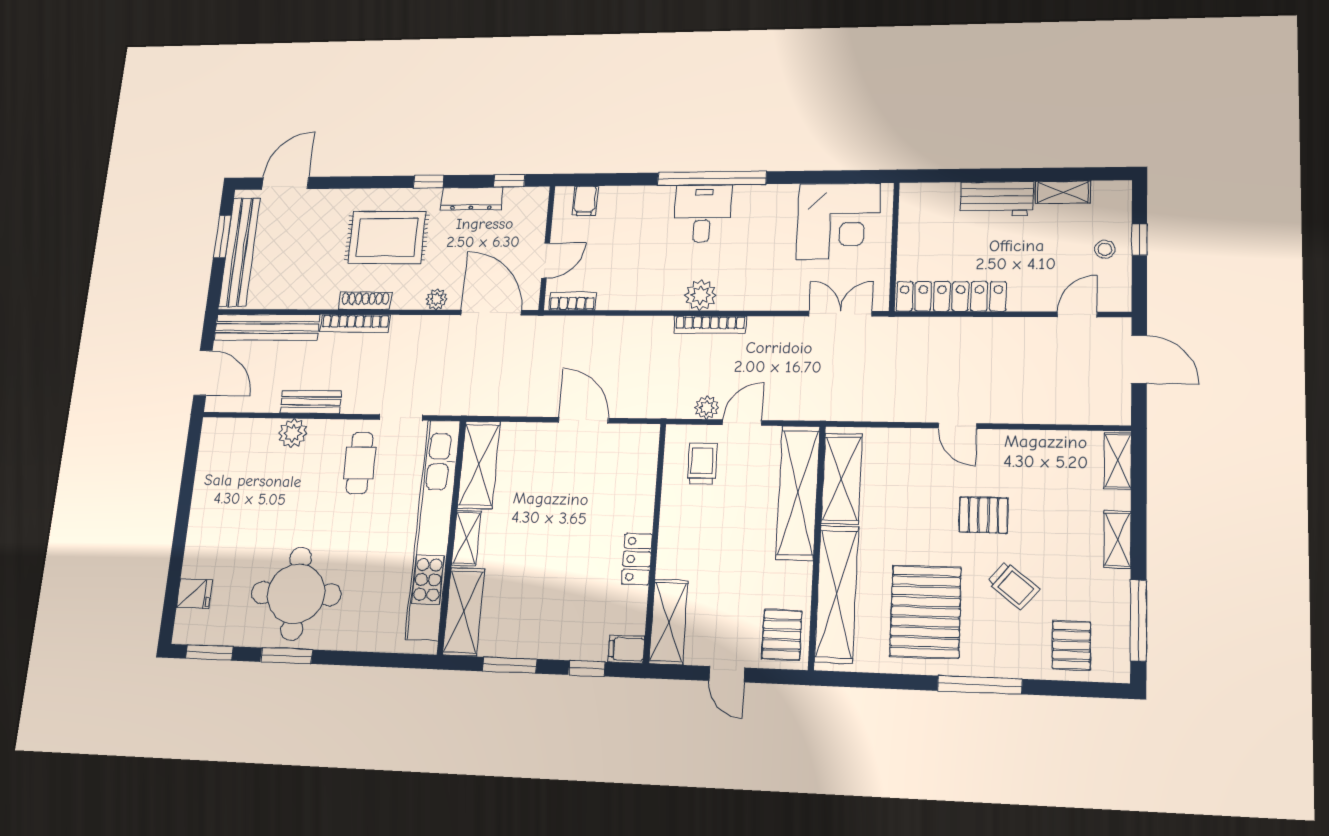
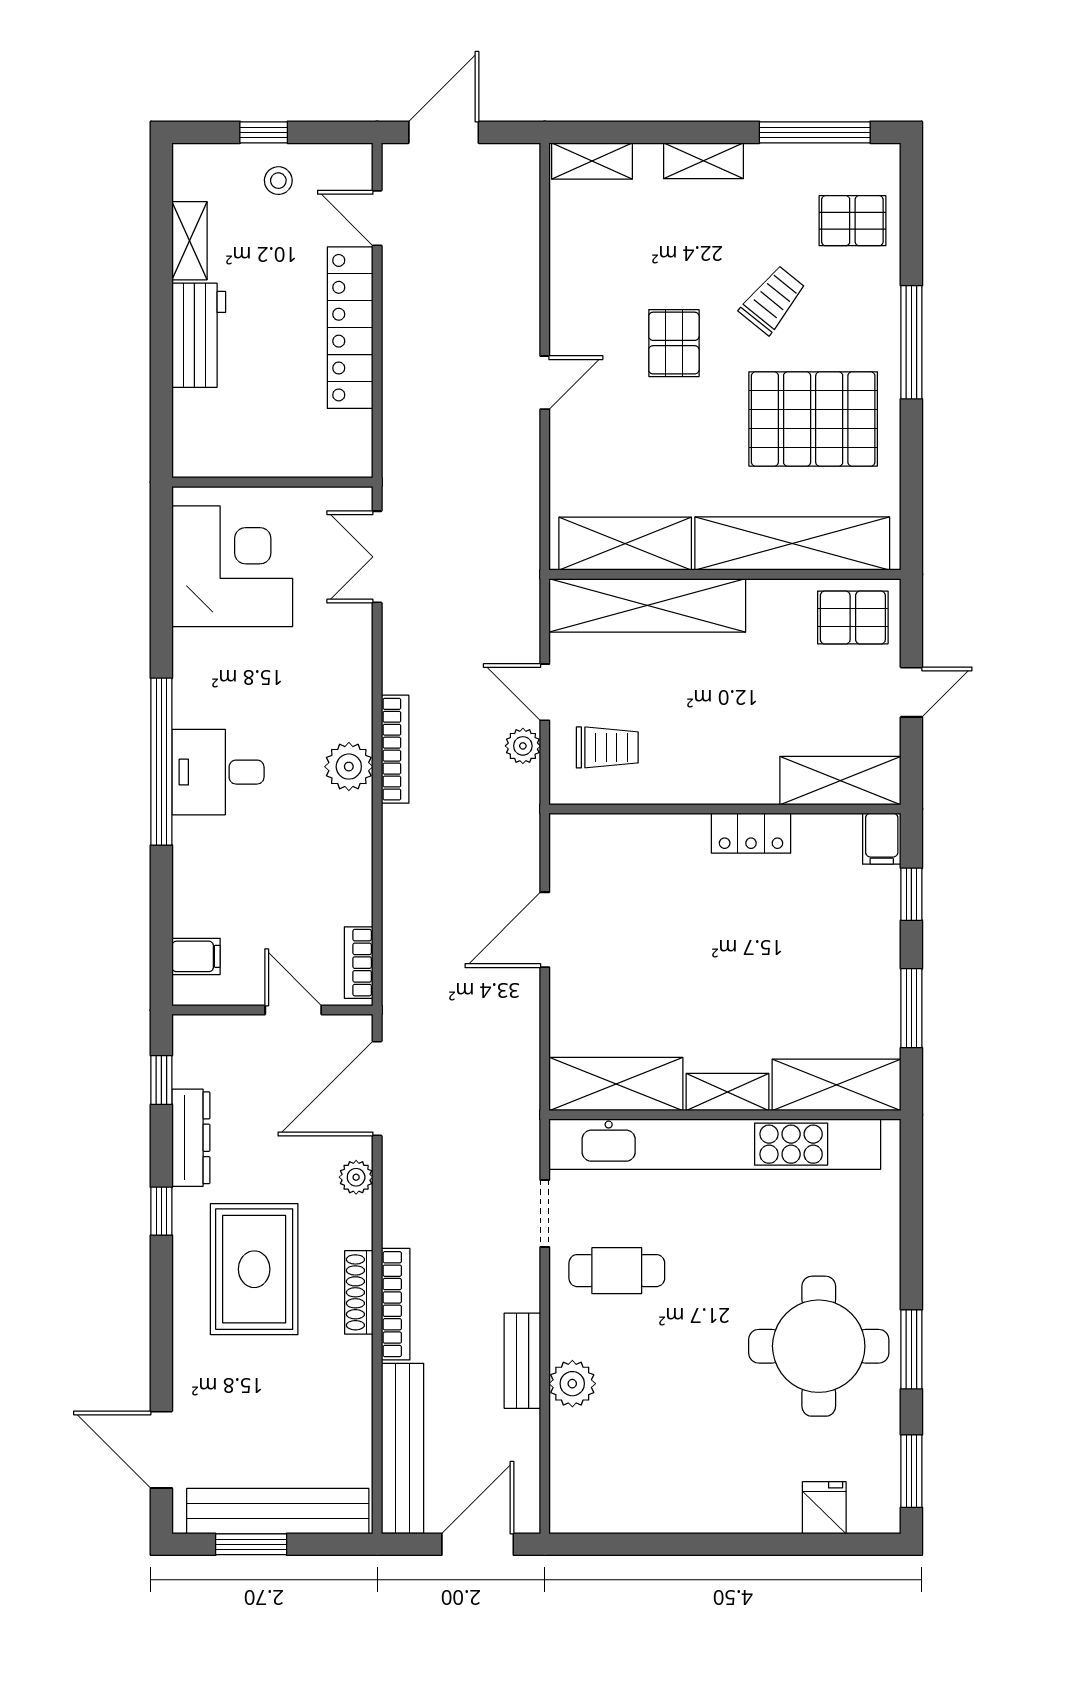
locker: (951, 296) -> (350, 328), moved
trolley: (702, 463) -> (607, 747), turned 180

